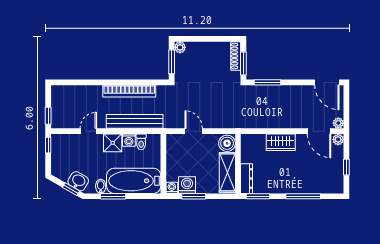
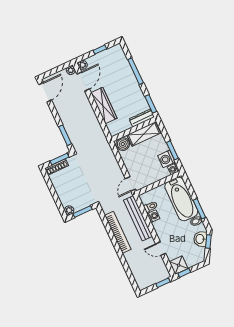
door: (194, 131) -> (131, 184), moved
wardrobe: (281, 142) -> (104, 106), width x1.50
shower: (113, 143) -> (179, 265), moved

